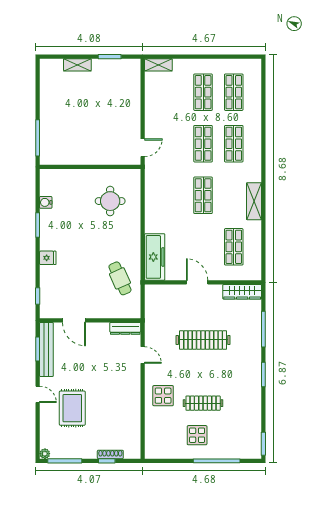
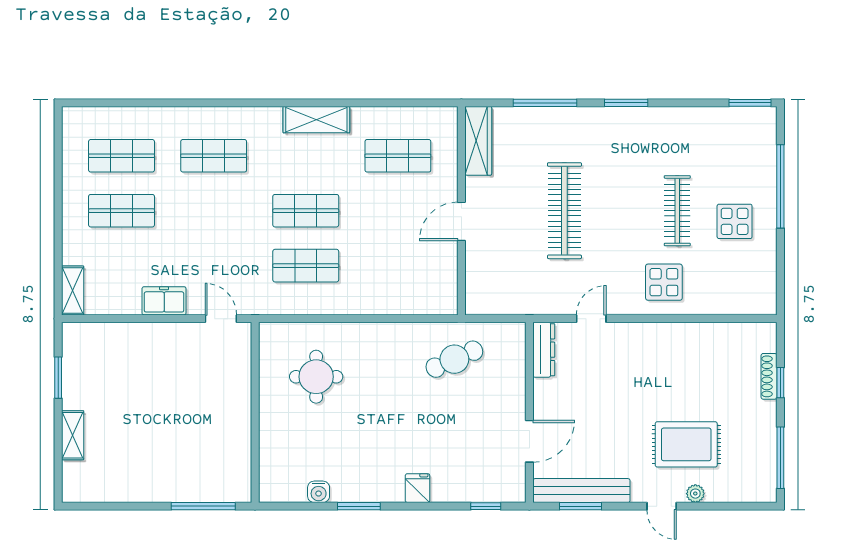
shop shelf: (203, 144) -> (306, 266), moved
freezer: (155, 257) -> (164, 301), moved, width x0.52, depth x0.79
door: (38, 394) -> (662, 506), swing flipped
plant: (45, 454) -> (695, 494), moved

